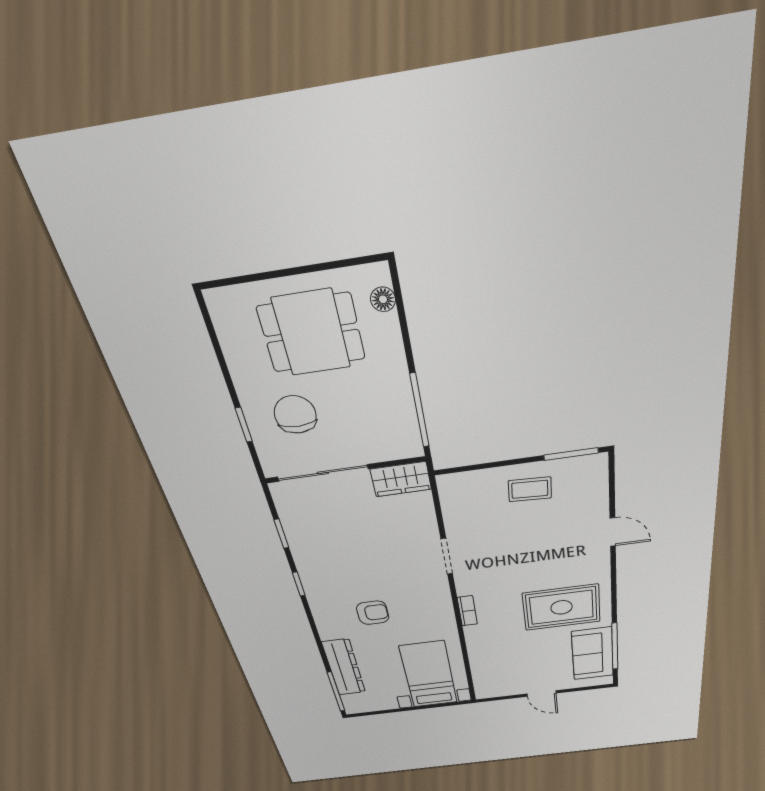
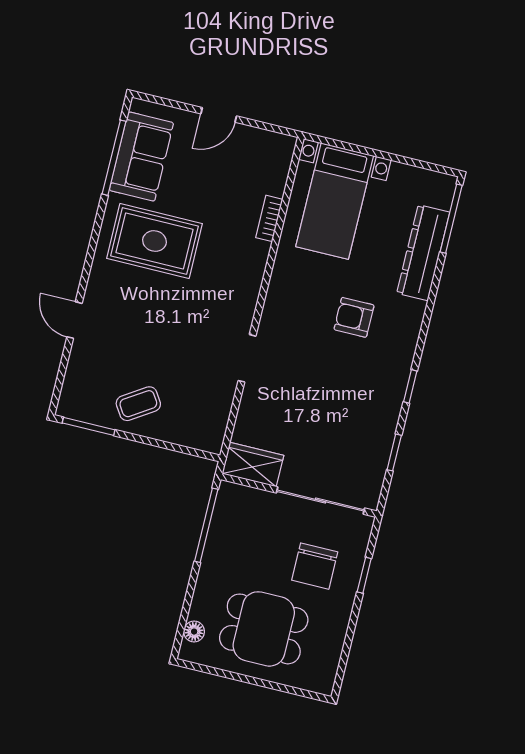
coffee table: (530, 489) -> (138, 404), turned -36
bookcase: (467, 611) -> (269, 218), moved
door: (542, 694) -> (219, 115), swing flipped

